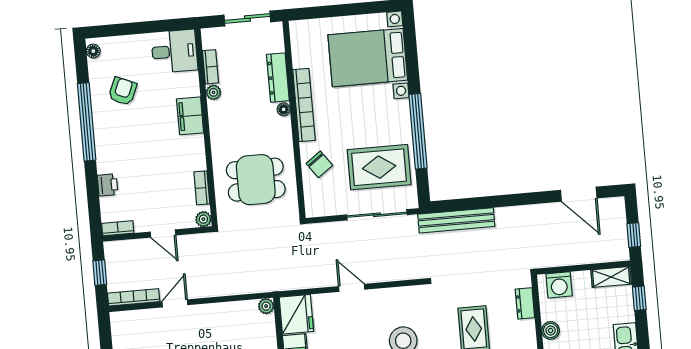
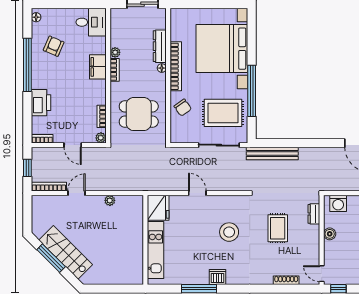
bed with nightstands: (368, 58) -> (222, 49), width x1.36
bookcase: (211, 67) -> (115, 70), moved
printer: (108, 185) -> (41, 103), width x1.87, depth x1.48
plant: (266, 306) -> (110, 200), moved

